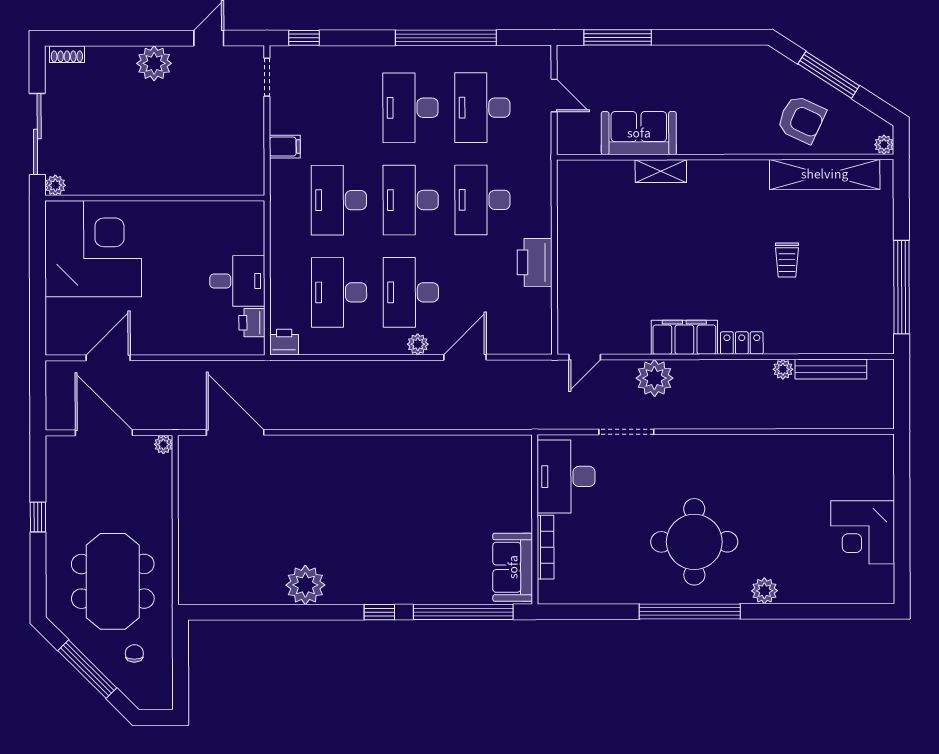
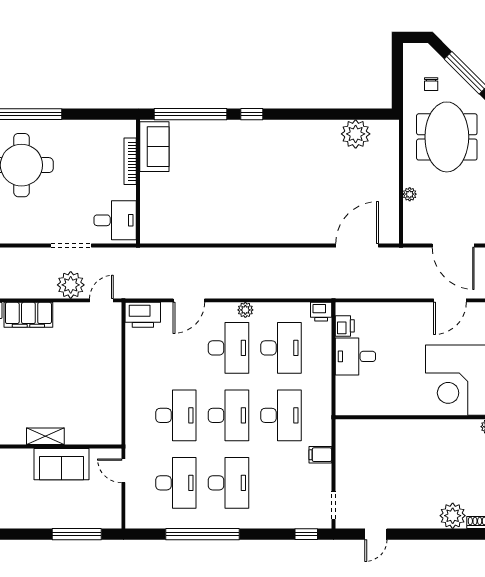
plant: (154, 63) -> (453, 516), moved
door: (554, 95) -> (123, 471), moved
printer: (535, 262) -> (143, 315), moved, turned 90
plant: (418, 344) -> (245, 310), moved
plant: (654, 378) -> (71, 285), moved
door: (235, 433) -> (357, 246), swing flipped
plant: (163, 444) -> (410, 194), moved
desk: (566, 476) -> (115, 220), width x0.73
plant: (305, 585) -> (356, 134), moved

